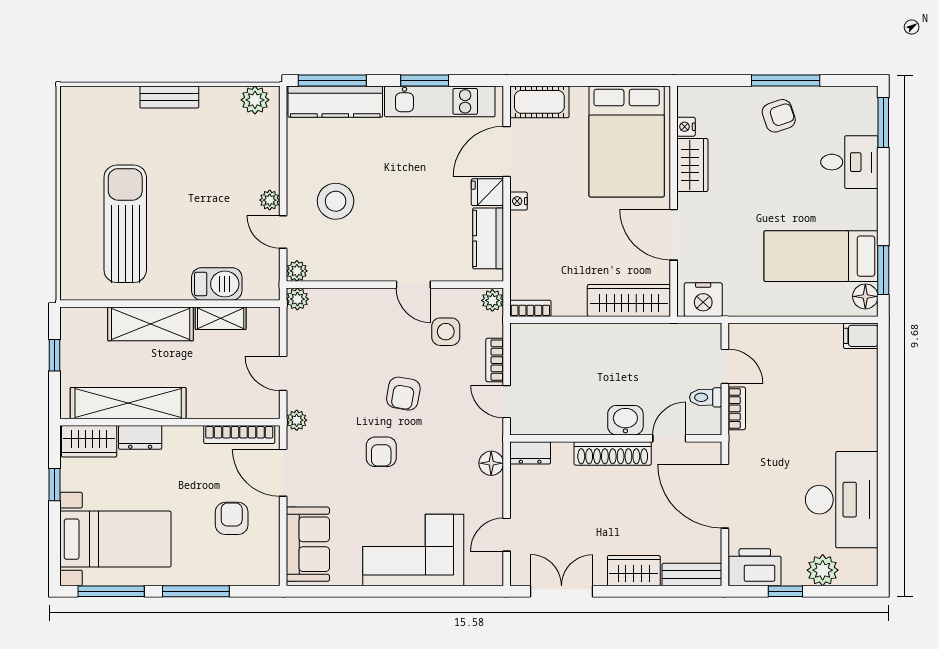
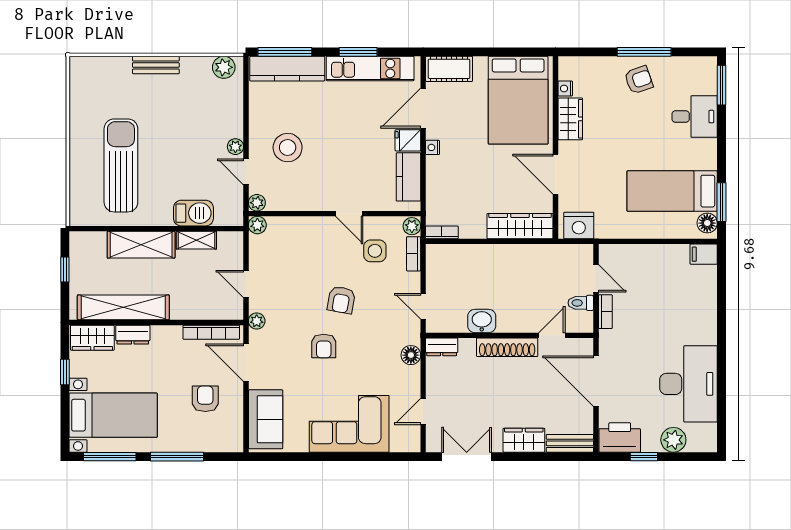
bookcase: (495, 360) -> (414, 254), moved
washbasin: (625, 420) -> (482, 321), moved

